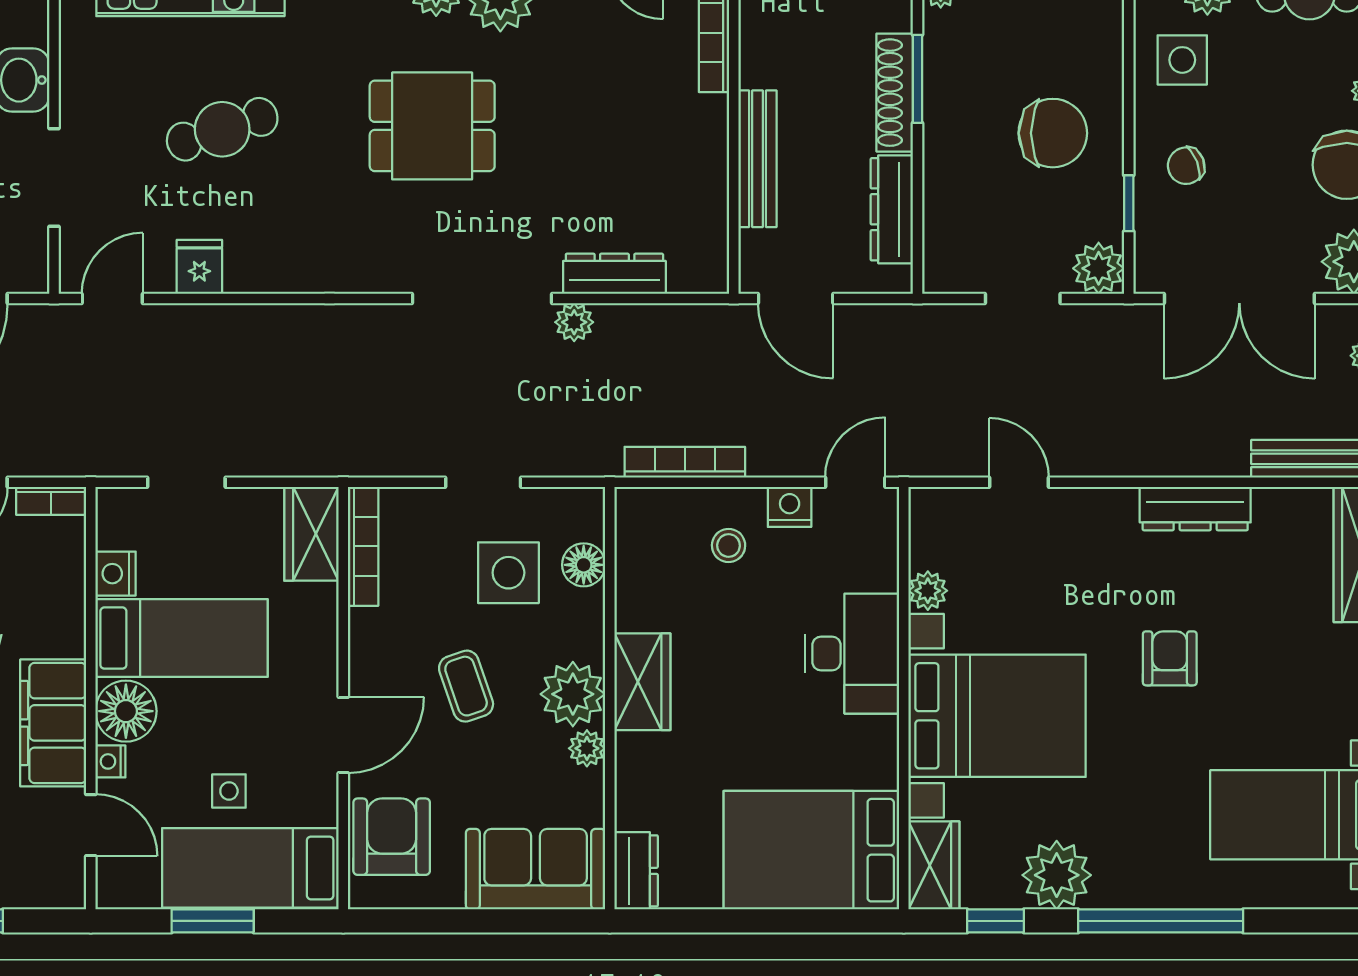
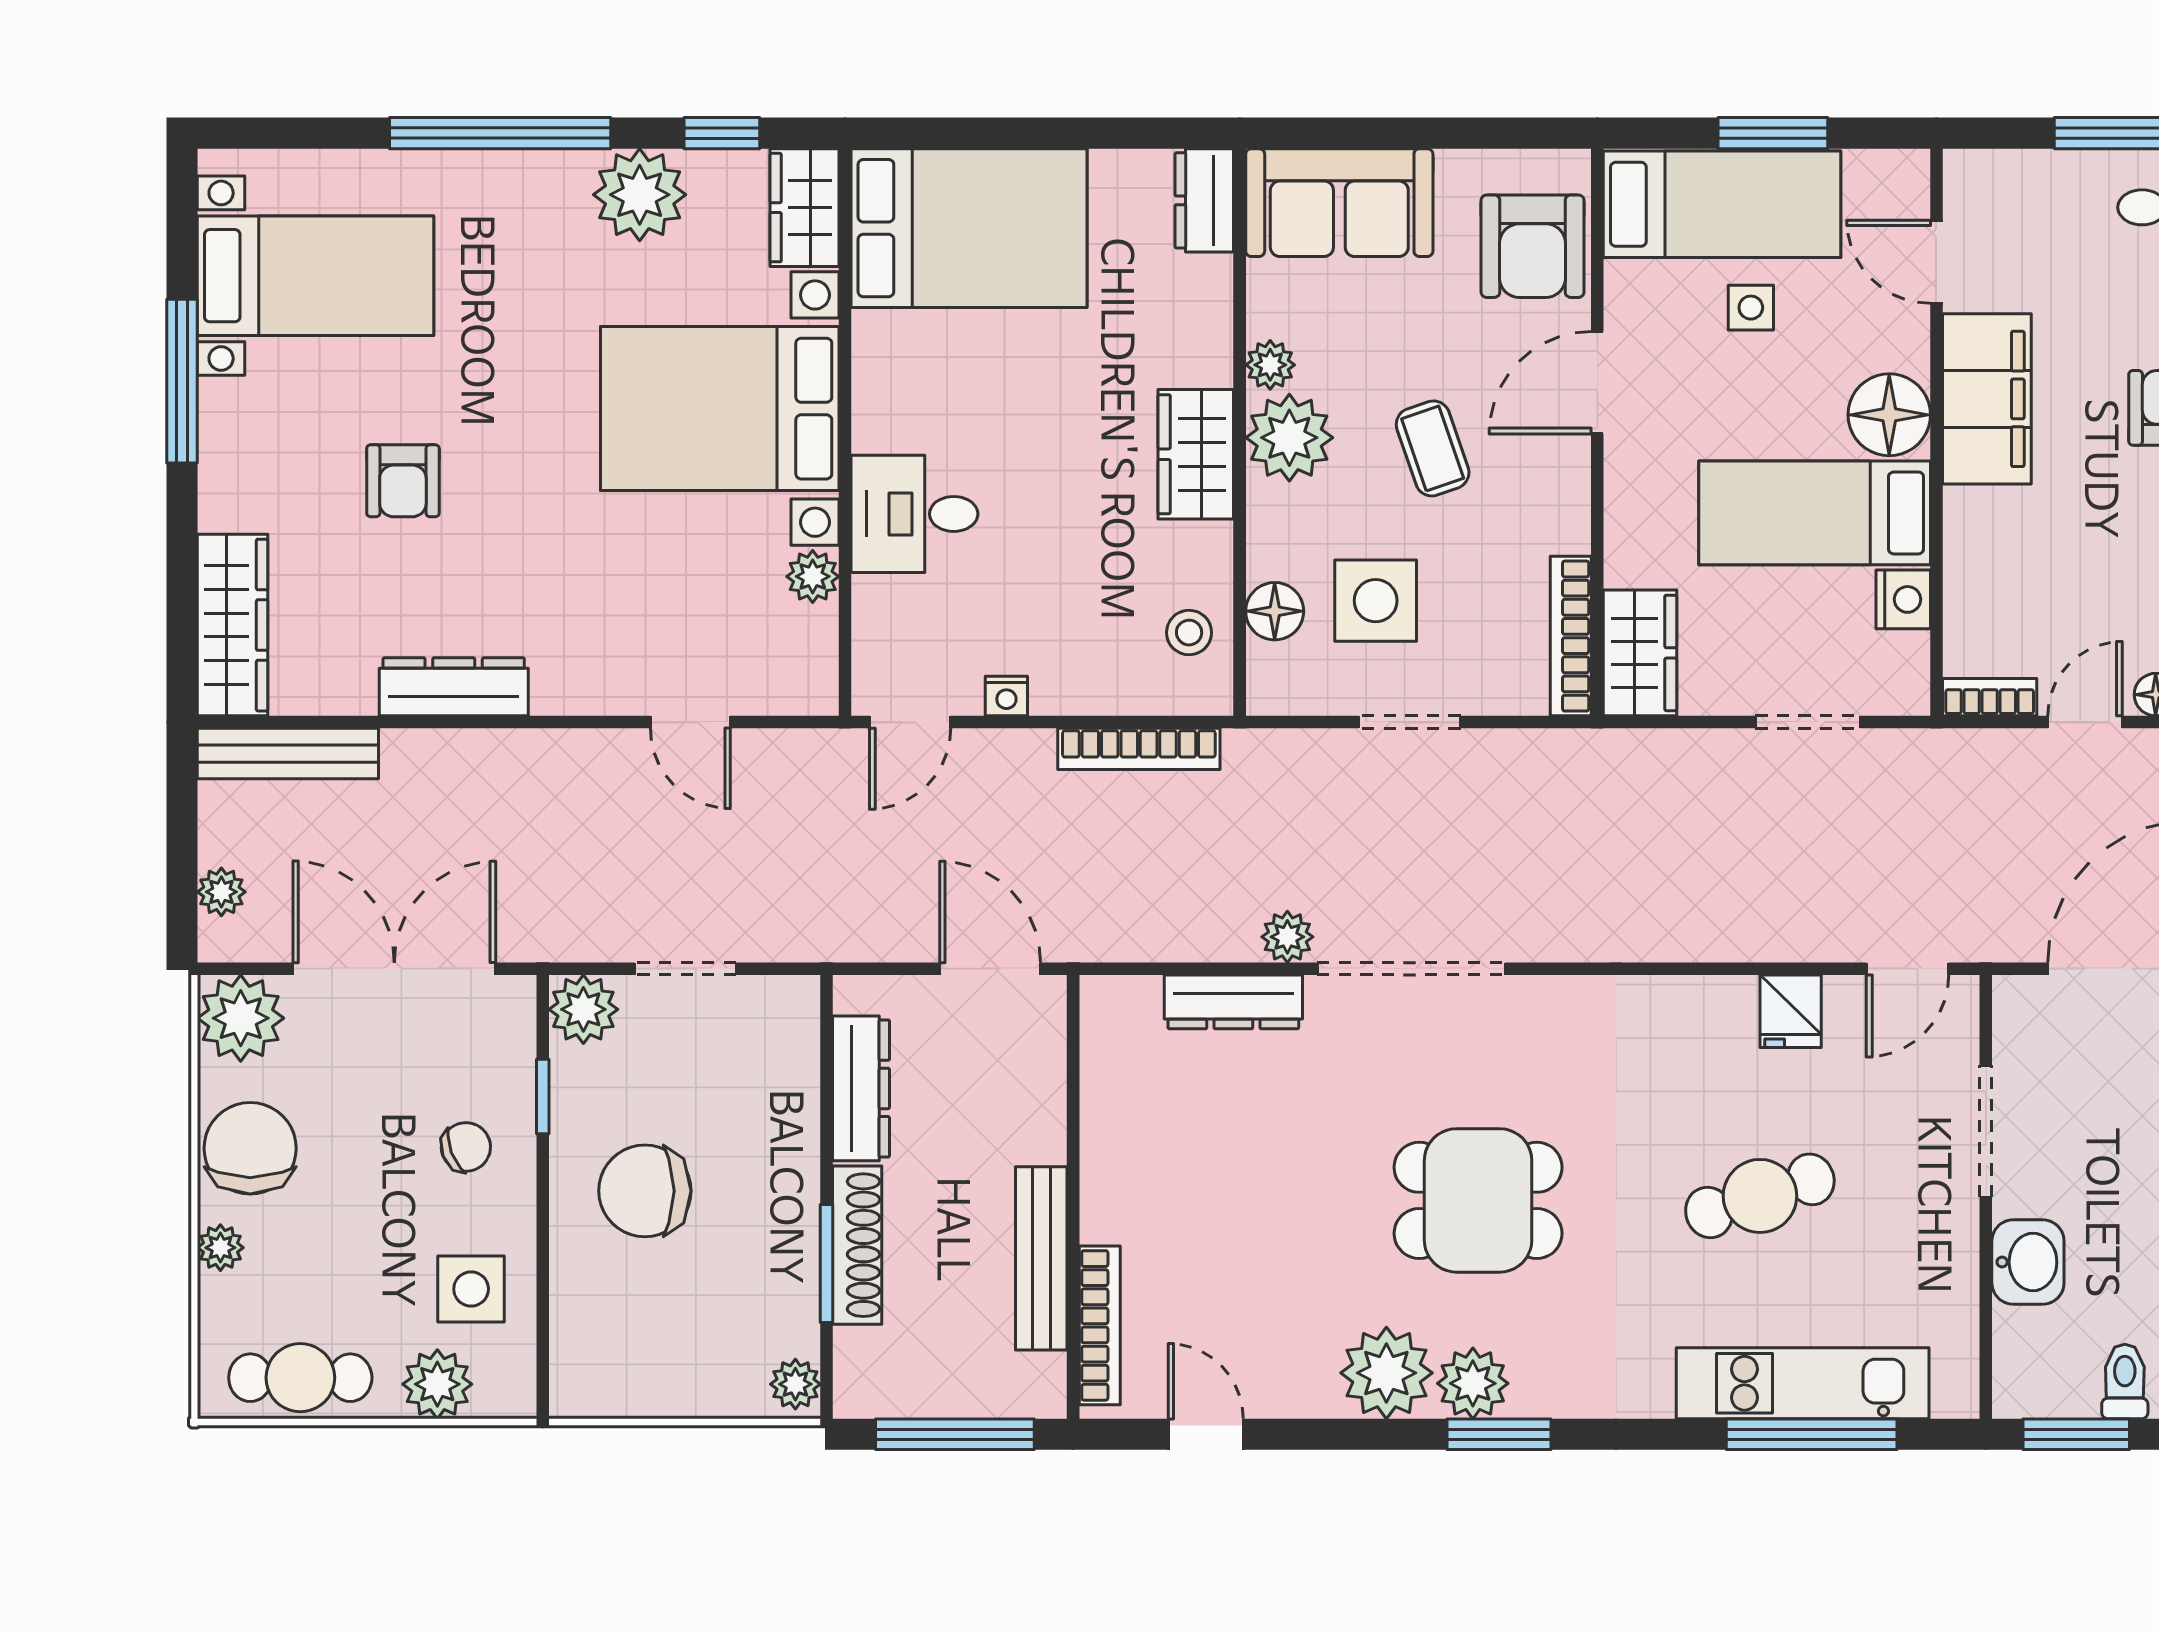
bench: (757, 159) -> (1041, 1258), moved
nightstand: (790, 507) -> (1006, 696), width x0.72, depth x0.74
stool: (729, 545) -> (1189, 633), moved
desk: (852, 654) -> (914, 514), width x0.73
armchair: (1170, 658) -> (403, 481), moved
nightstand: (110, 761) -> (1910, 347), removed

